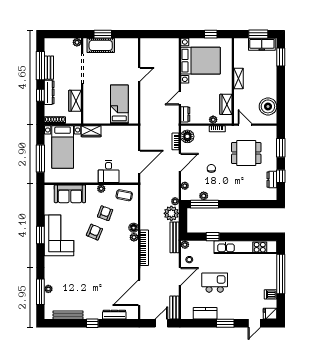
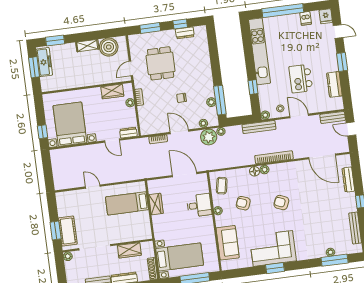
window: (211, 34) -> (43, 132), moved
shelving: (239, 78) -> (87, 46), moved
wardrobe: (91, 131) -> (156, 204), moved
floor lamp: (187, 136) -> (151, 127), removed
plant: (171, 213) -> (209, 137), moved
armchair: (94, 232) -> (281, 203), moved

